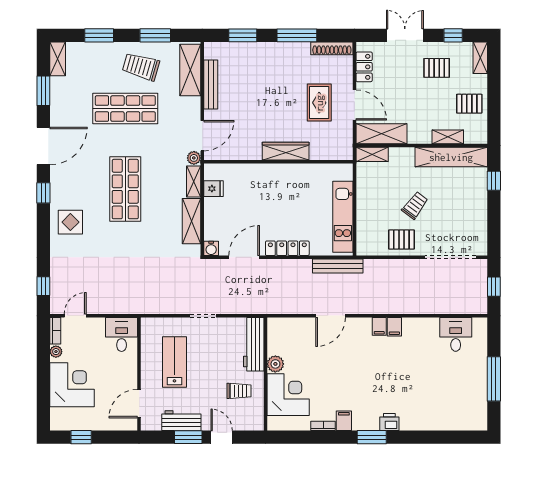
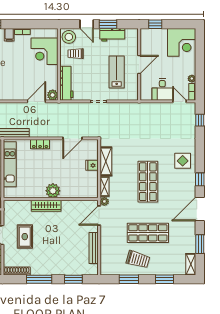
shelving: (190, 70) -> (107, 257), removed
plant: (275, 175) -> (53, 191), added
fridge: (213, 189) -> (92, 165), moved
water cooler: (211, 248) -> (93, 144), removed
locker: (287, 248) -> (40, 144), width x0.66
door: (75, 316) -> (180, 101), swing flipped
door: (331, 316) -> (36, 101), moved
desk: (122, 334) -> (162, 89), moved
lab bench: (174, 362) -> (117, 72), turned 180
plant: (275, 364) -> (53, 95), moved
corner desk: (72, 385) -> (182, 42), moved, turned -90
door: (139, 404) -> (139, 65), moved
stool: (250, 417) -> (69, 37), added
window: (81, 437) -> (155, 24), moved

